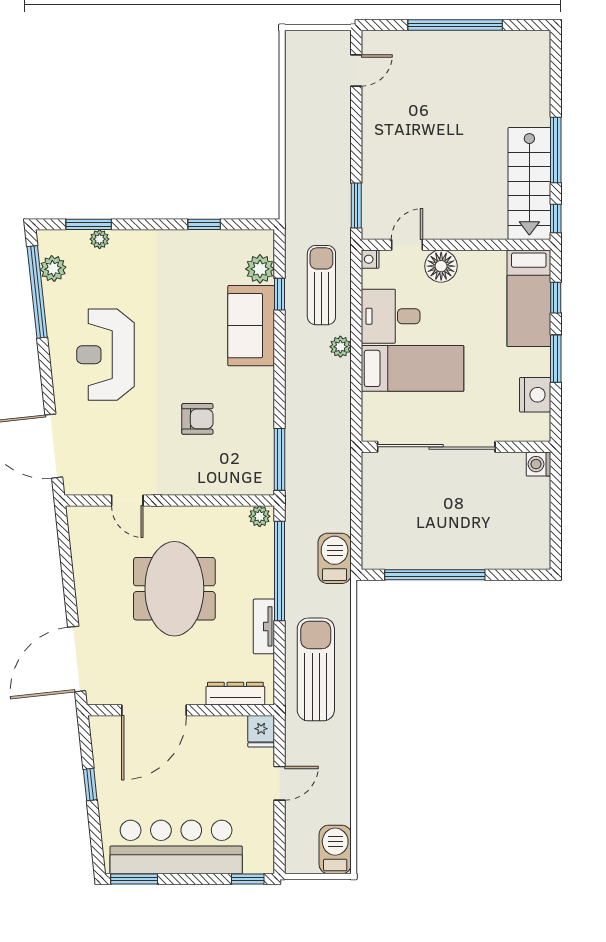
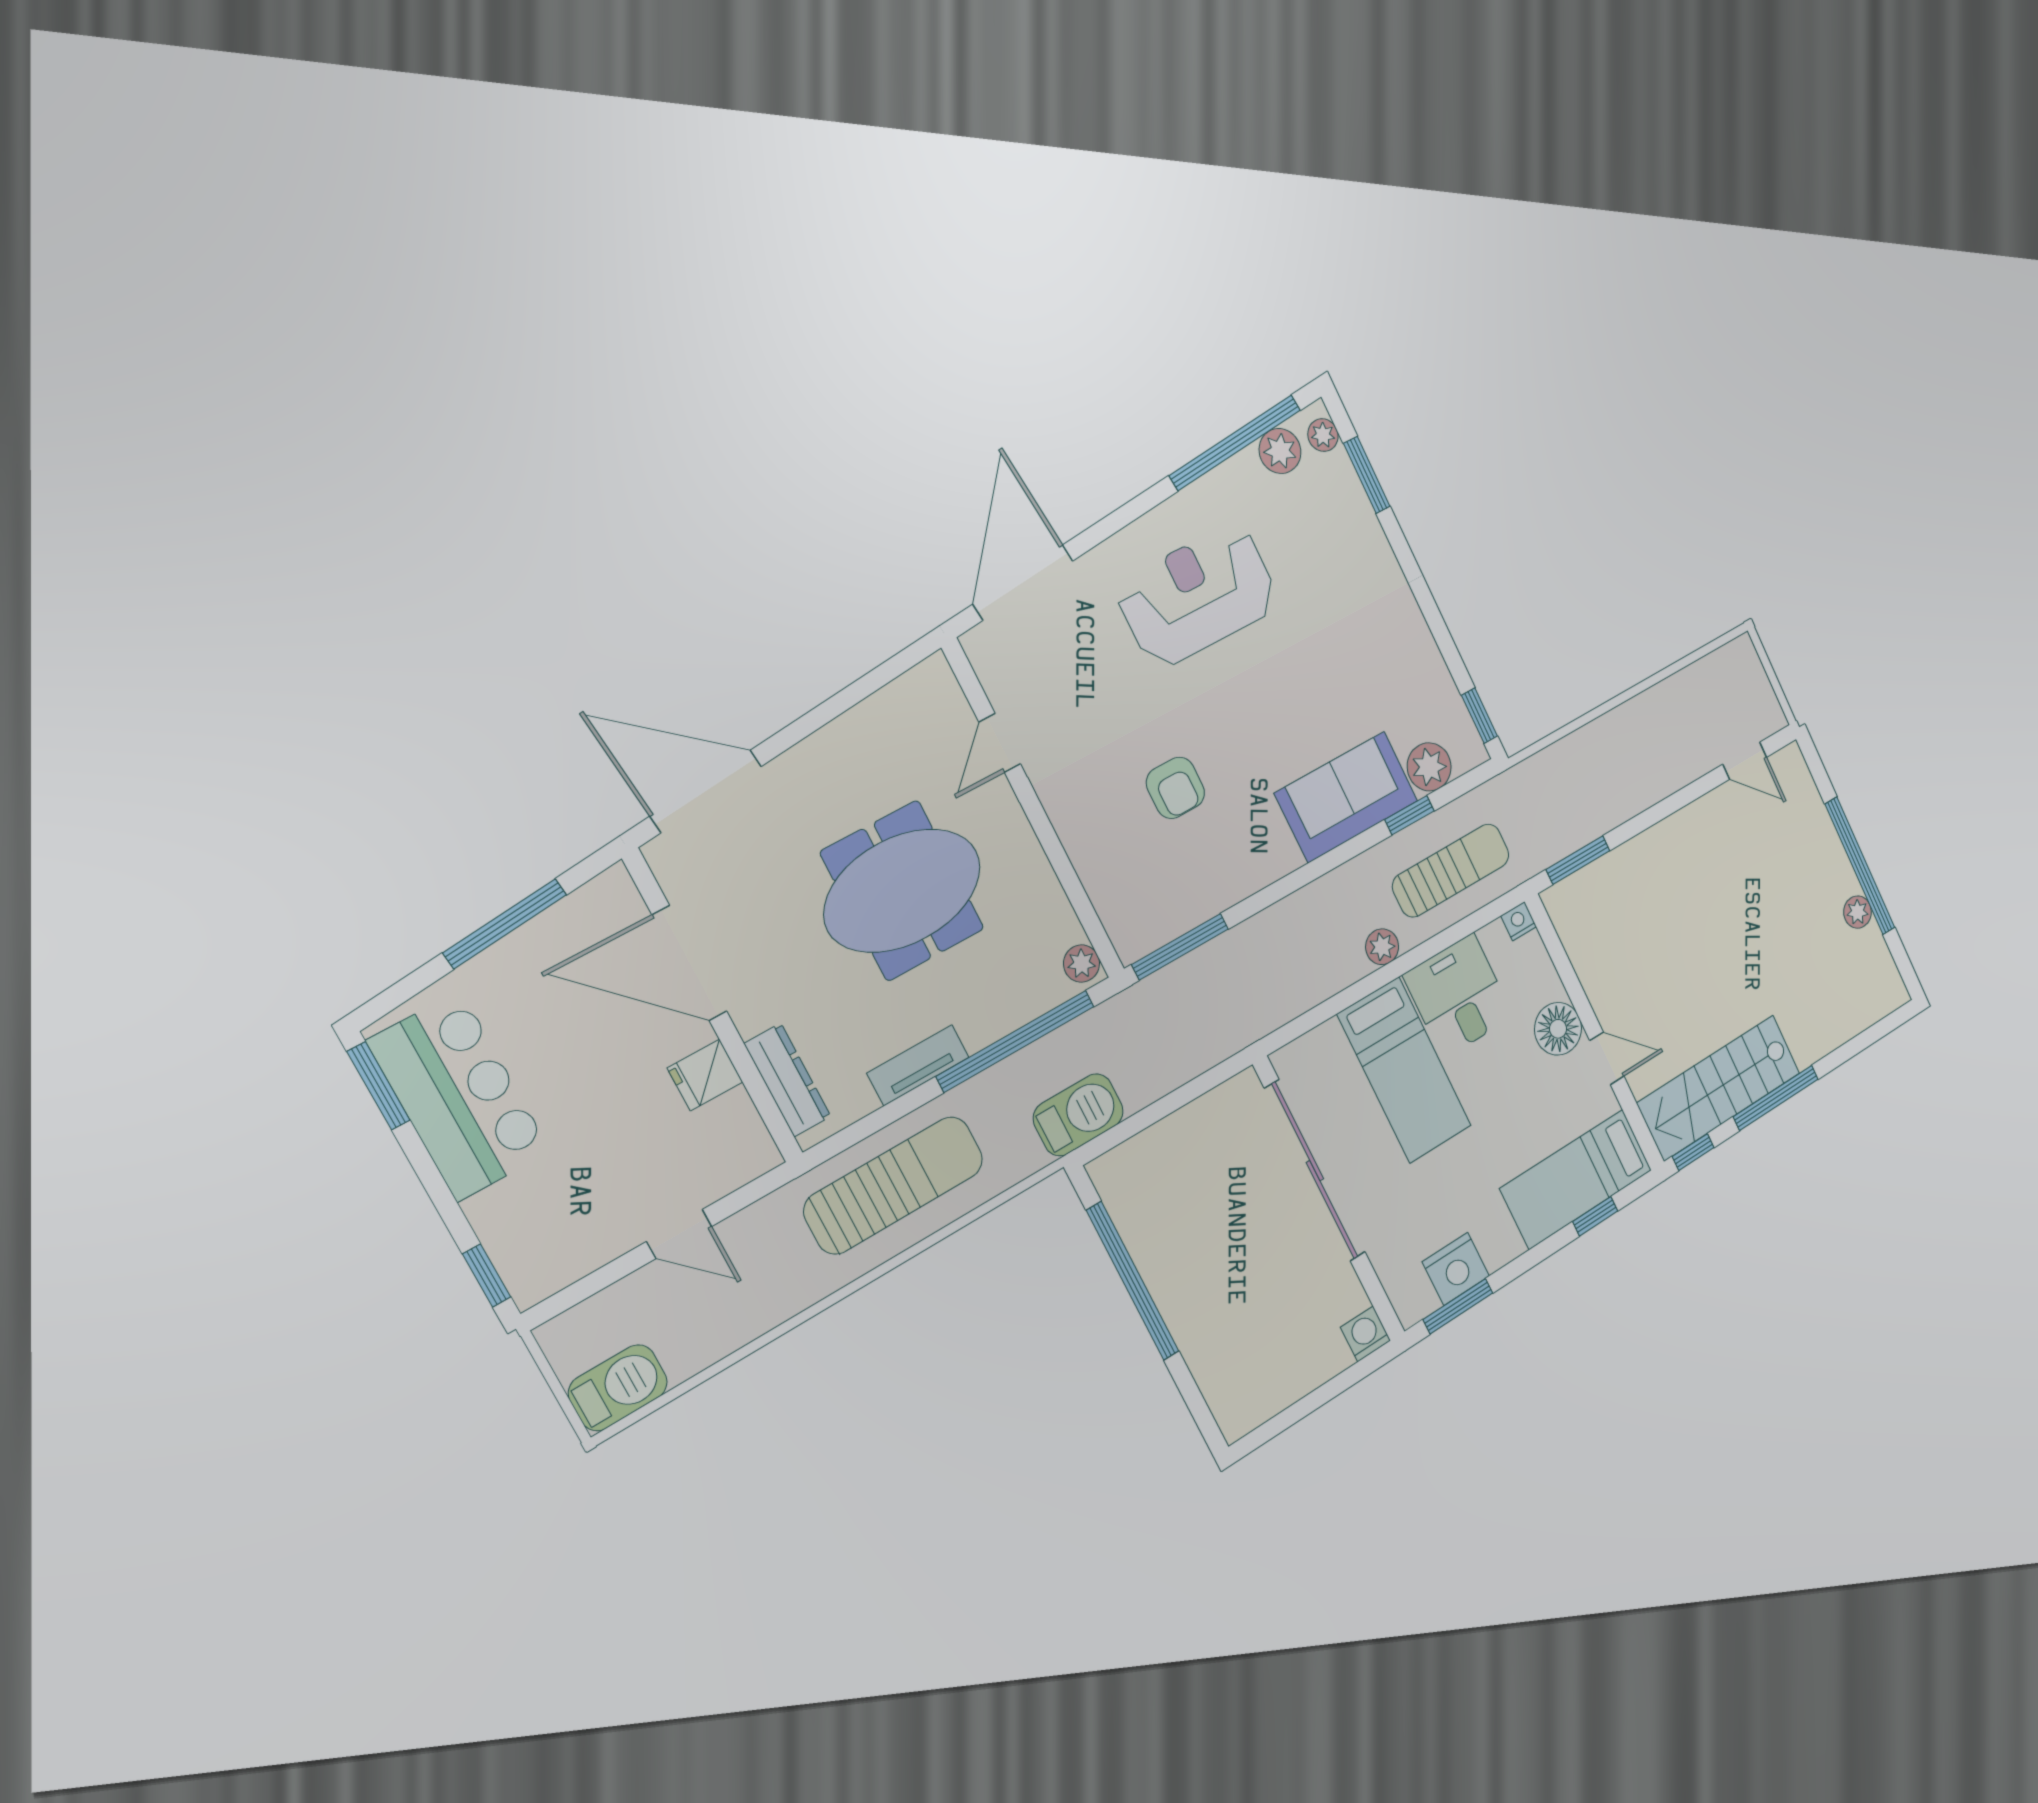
plant: (480, 40) -> (1858, 912), added
window: (204, 224) -> (1479, 716), moved
plant: (100, 239) -> (1323, 435), moved
door: (407, 245) -> (1607, 1058), moved
window: (556, 359) -> (1458, 1306), moved
fridge: (261, 731) -> (705, 1075), moved
window: (90, 785) -> (505, 924), width x2.17
bar counter: (176, 847) -> (459, 1096), width x0.73

